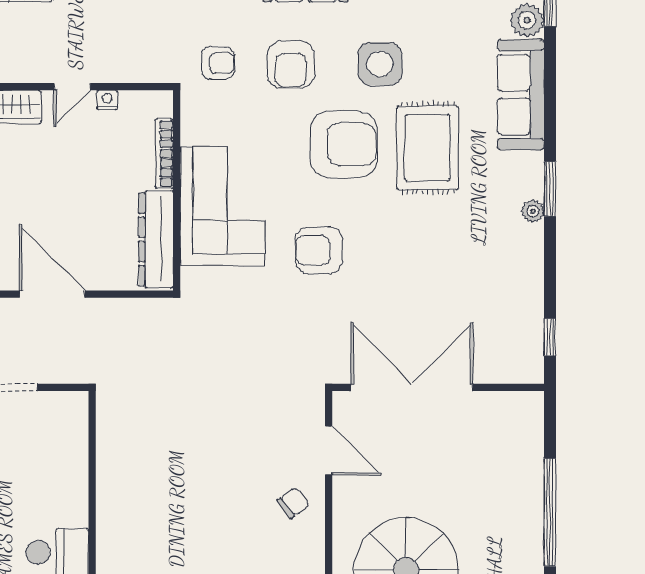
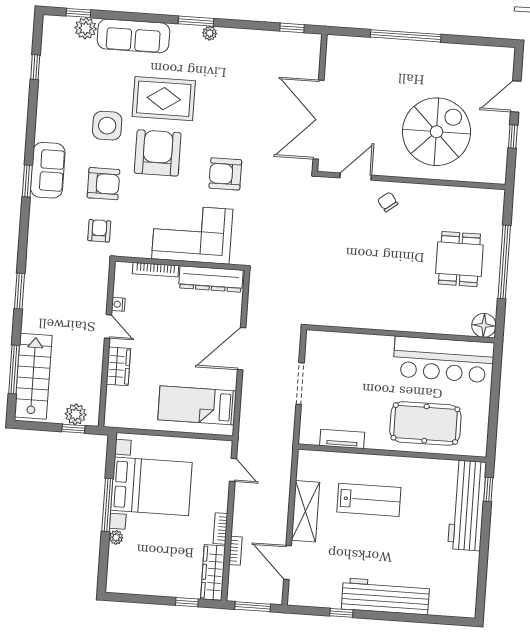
armchair: (319, 250) -> (225, 174), turned 90

